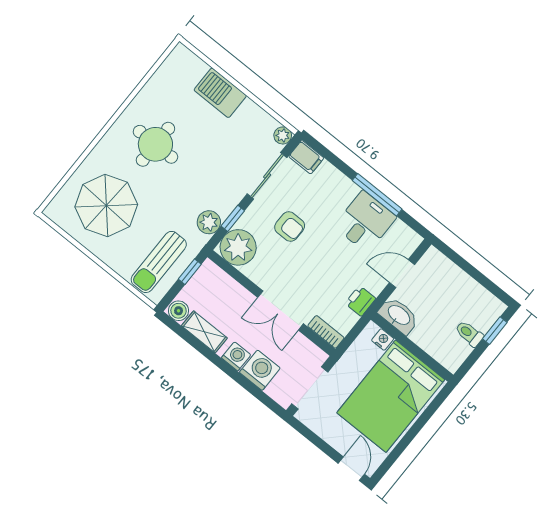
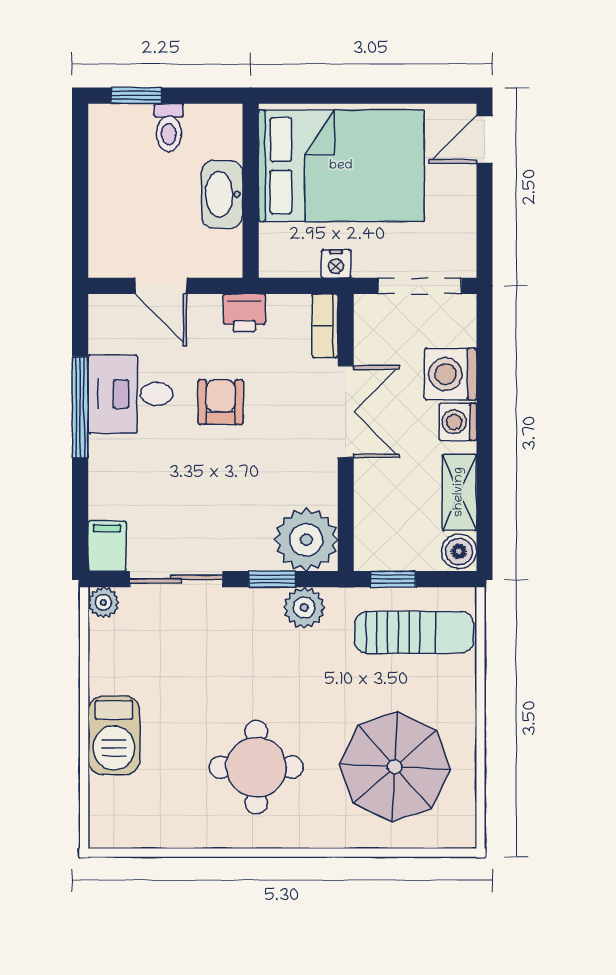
armchair: (290, 226) -> (221, 402), moved
washbasin: (399, 316) -> (222, 194), moved
nightstand: (383, 339) -> (336, 264), moved, turned -90

